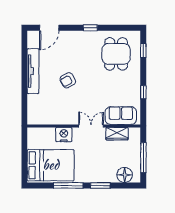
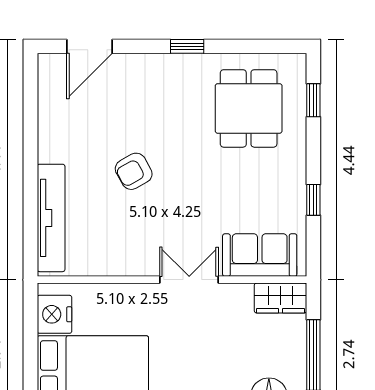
tv unit: (33, 71) -> (51, 218), moved
wardrobe: (117, 134) -> (281, 298), moved
nightstand: (64, 135) -> (54, 314), moved, turned -90

